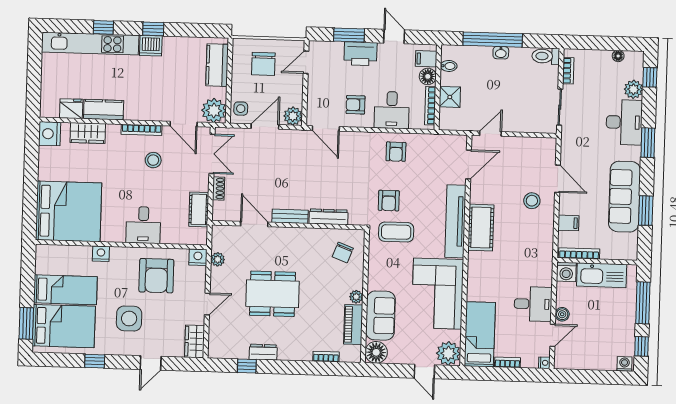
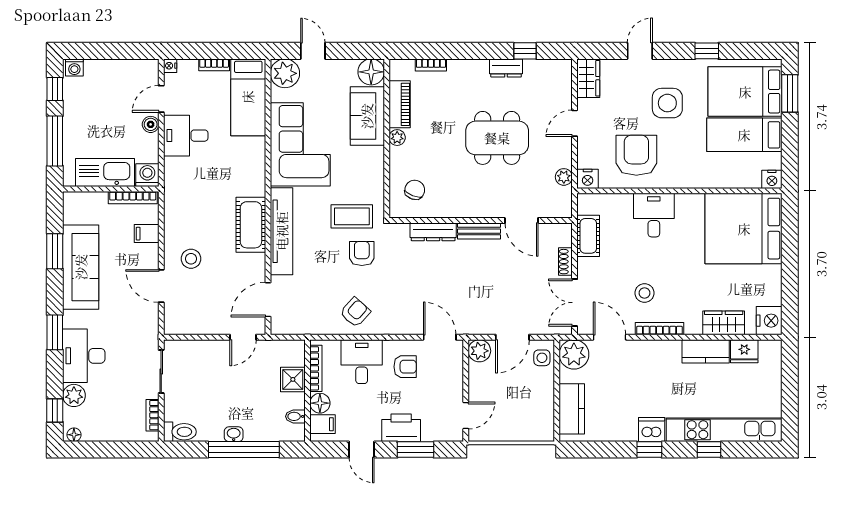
floor lamp: (618, 56) -> (74, 435), moved
chair: (263, 64) -> (517, 412), removed
armchair: (396, 152) -> (355, 312), turned 42
nightstand: (101, 254) -> (772, 179), moved

